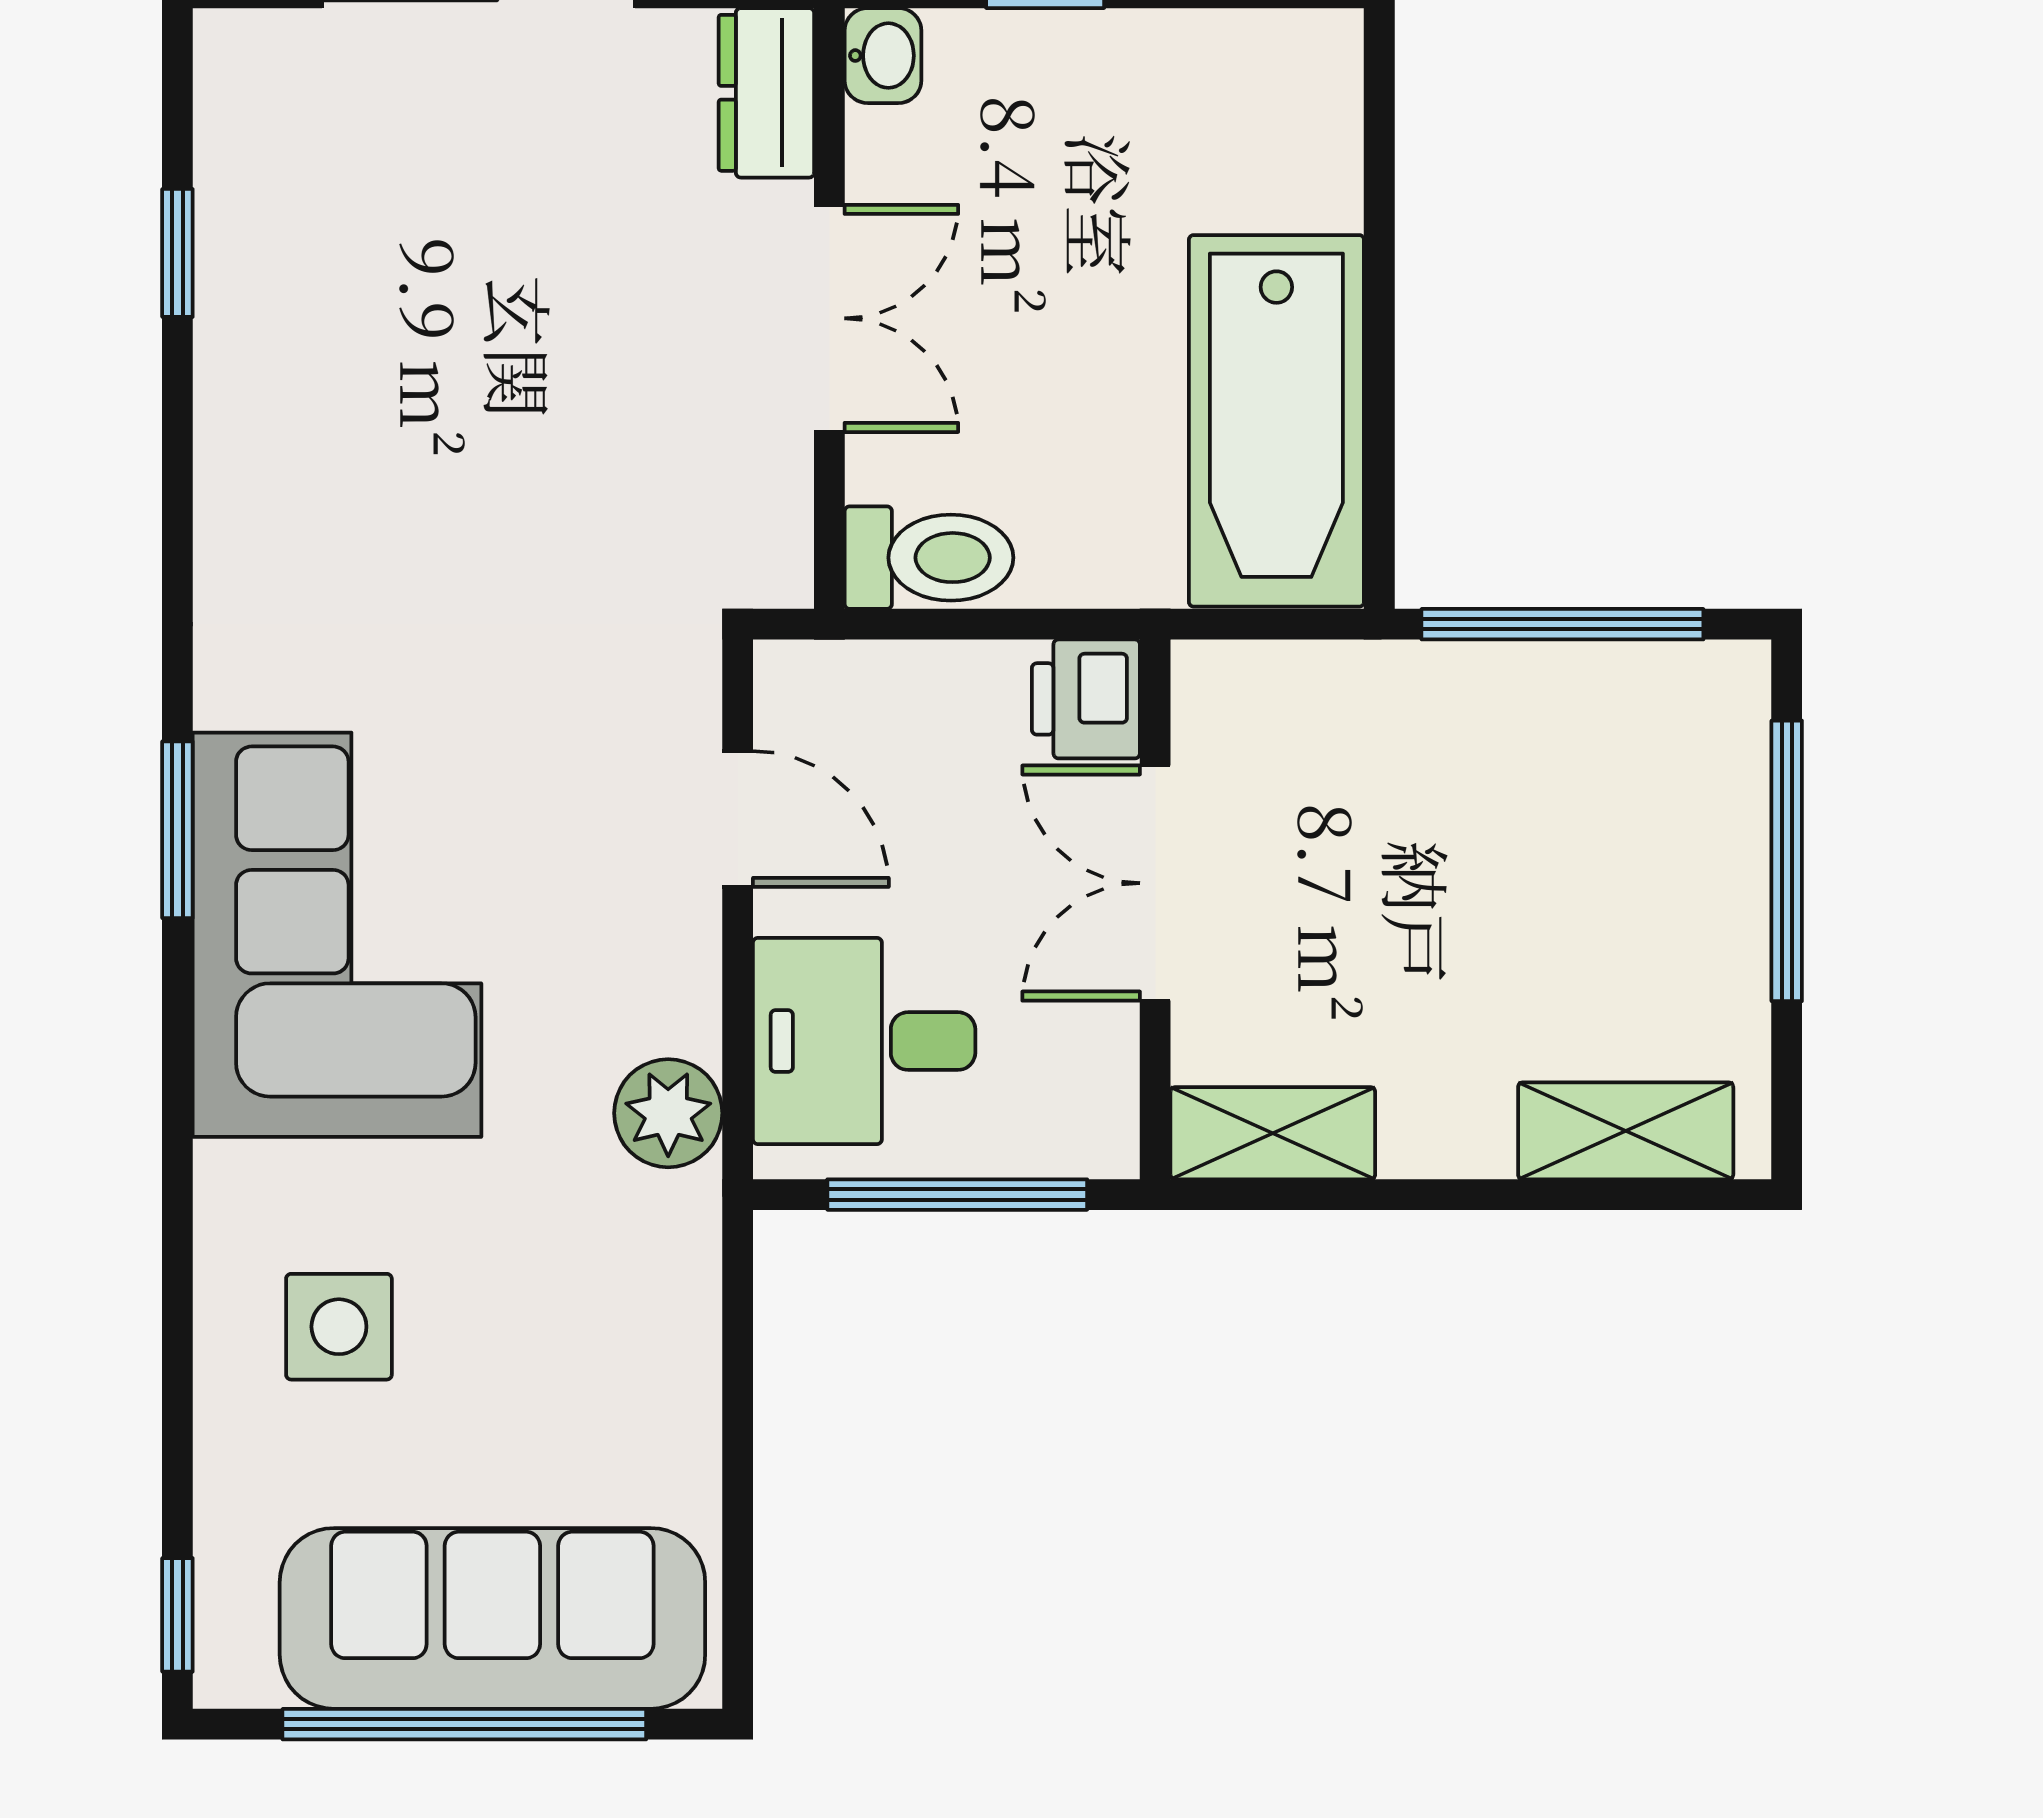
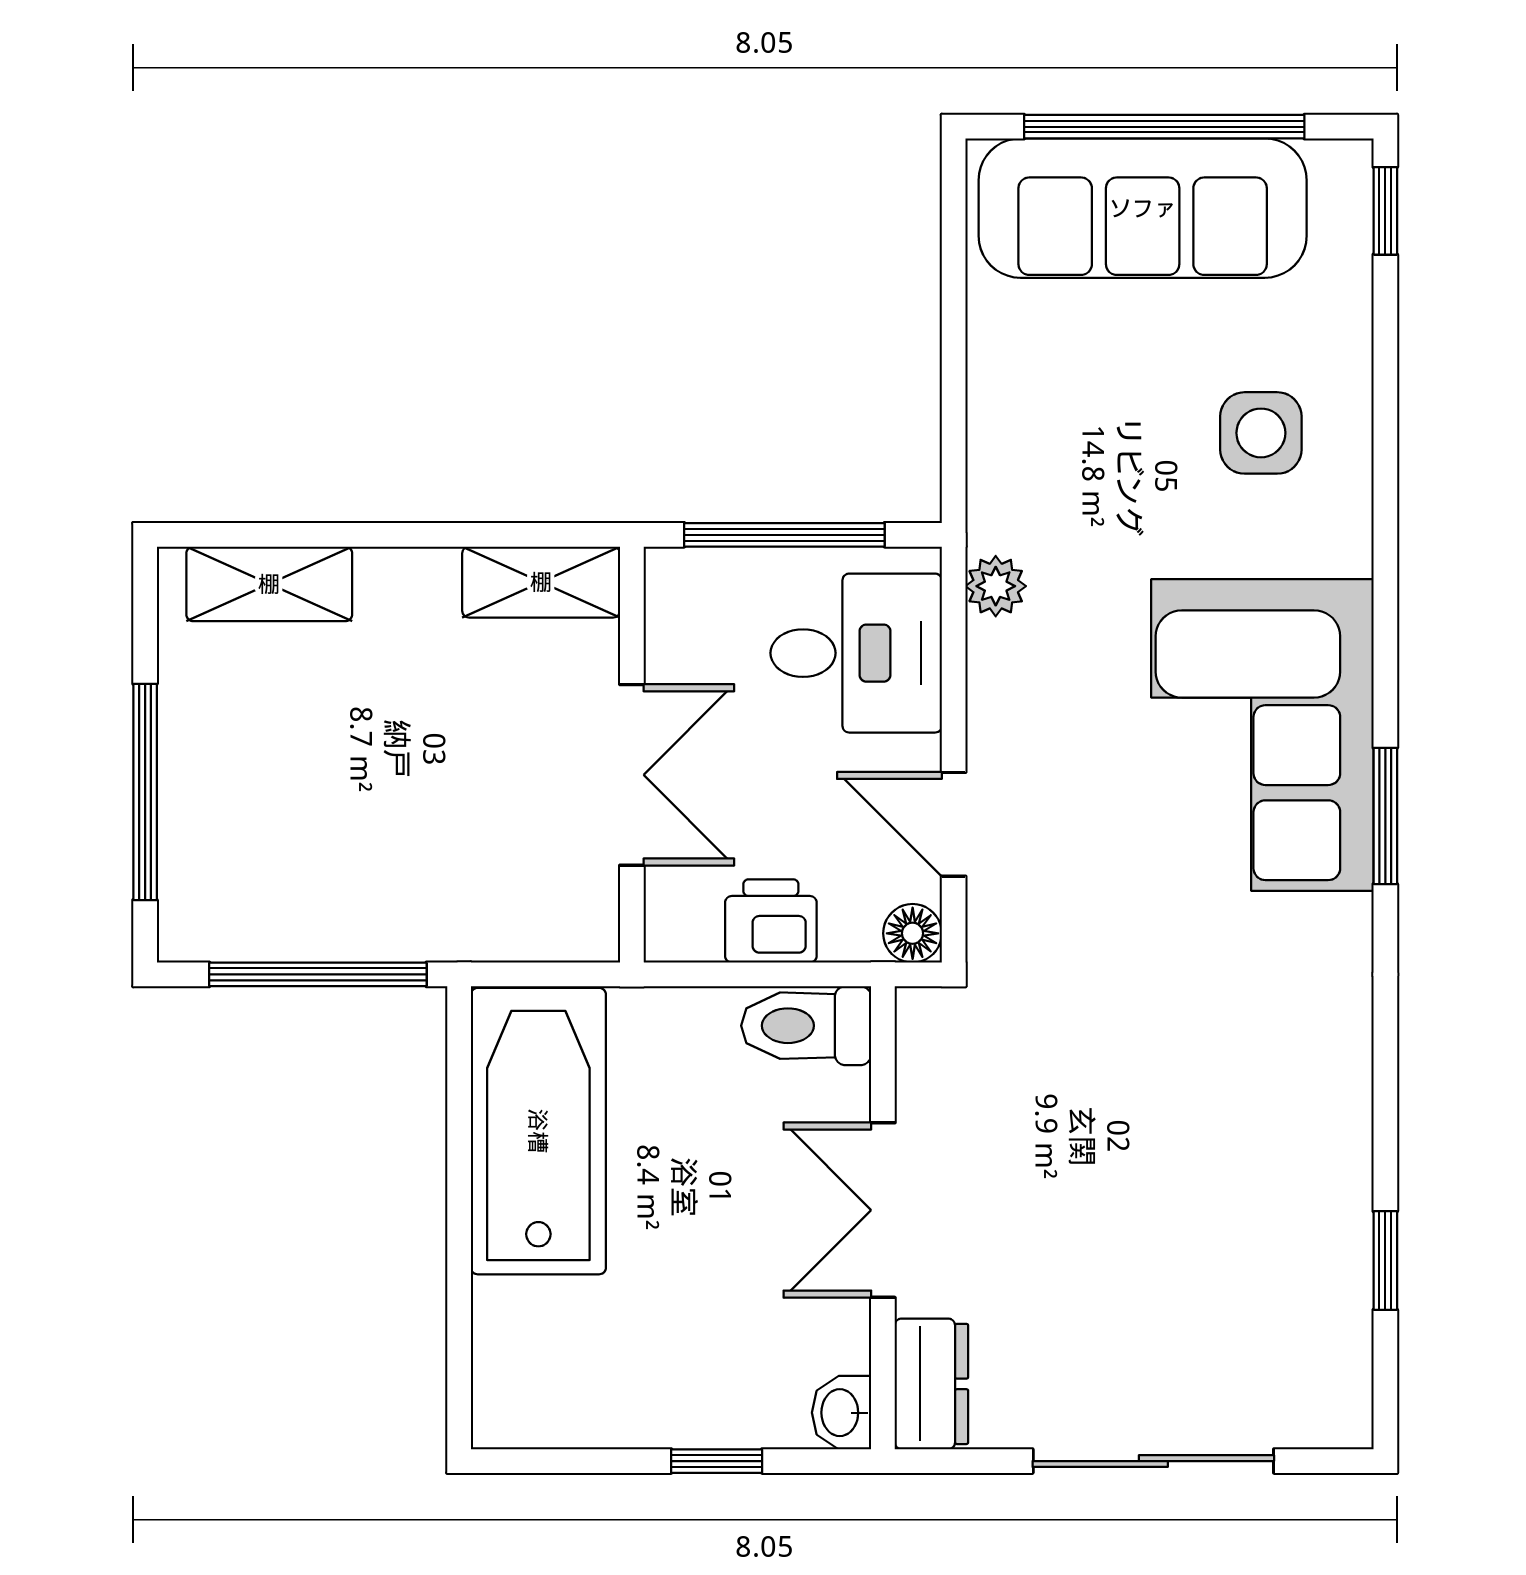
floor lamp: (791, 678) -> (913, 933), added
printer: (1086, 699) -> (771, 921), moved, turned -90
plant: (668, 1113) -> (996, 586), width x0.73, depth x0.73

